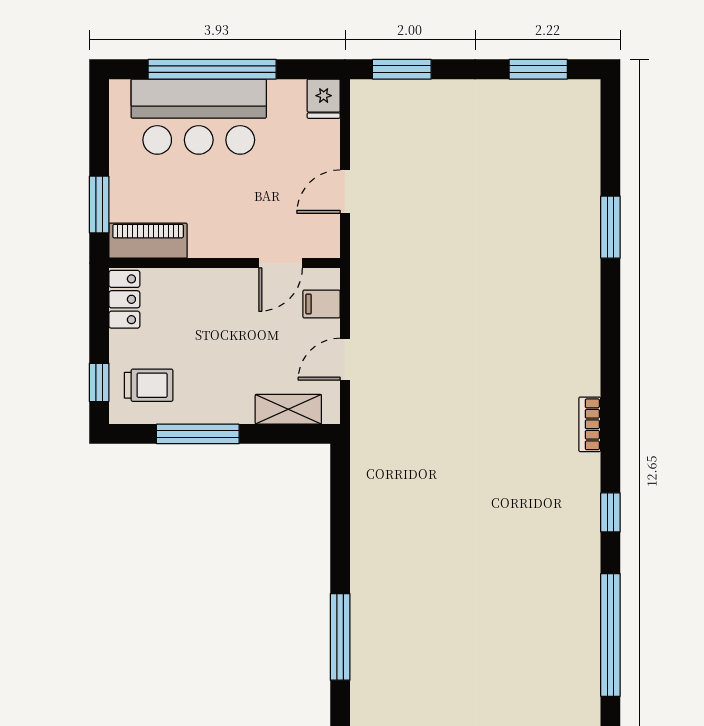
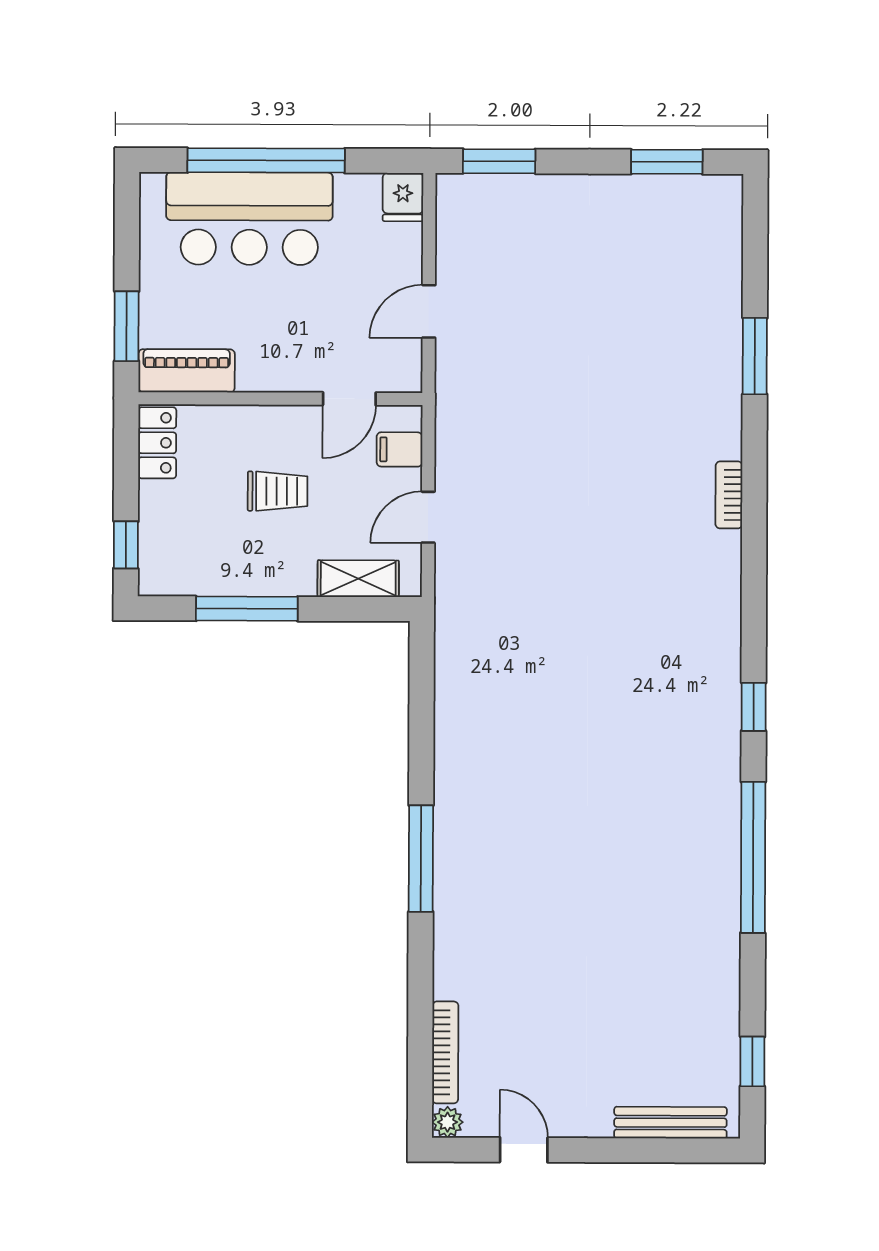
trolley: (149, 385) -> (278, 491), moved
bookcase: (590, 424) -> (729, 495), moved

